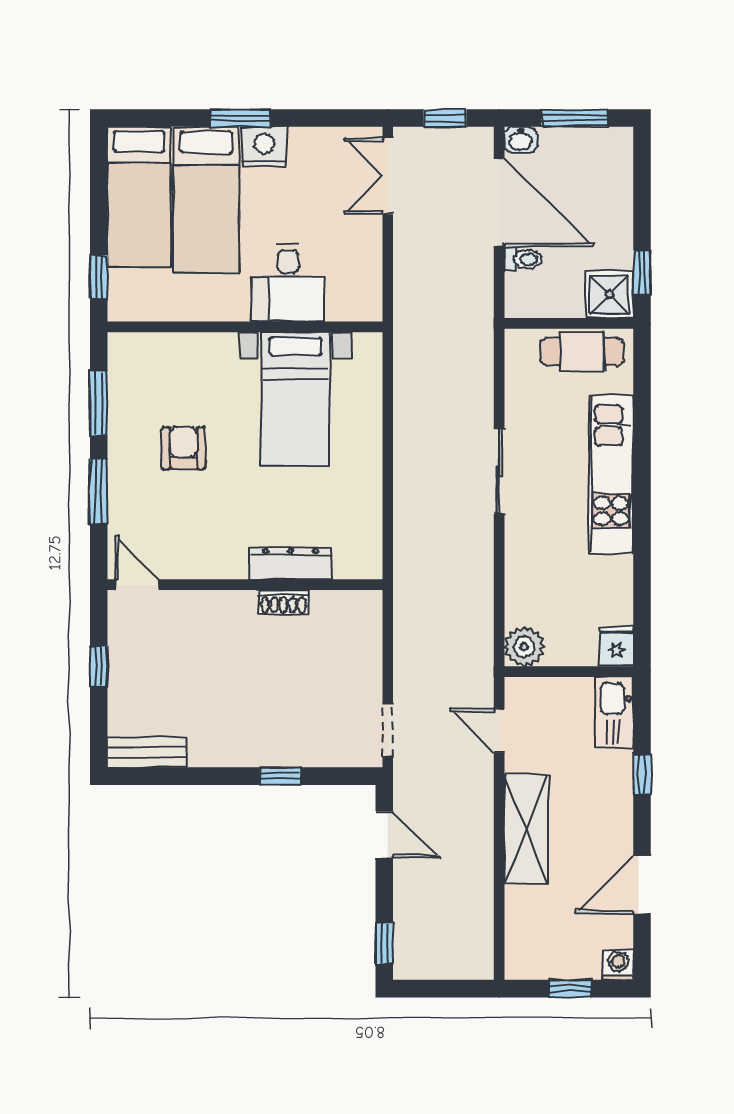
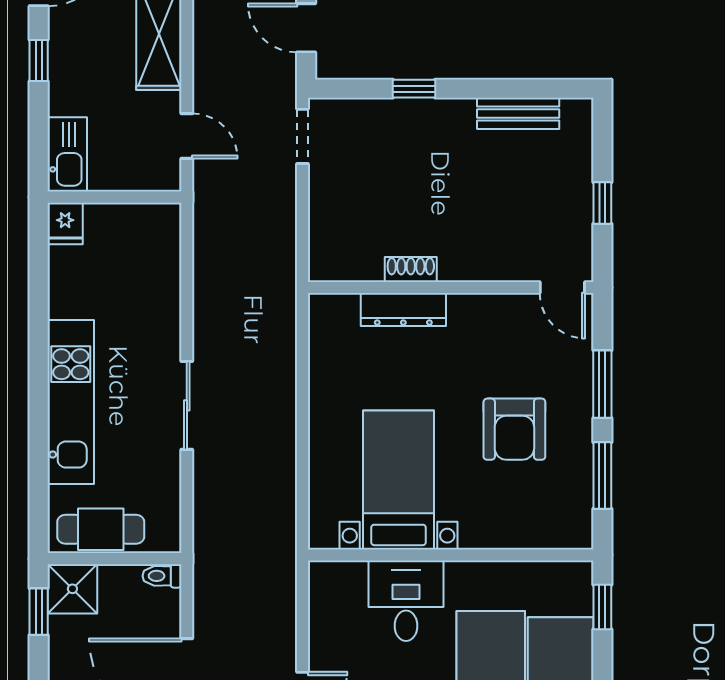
toilet: (523, 259) -> (162, 576), moved
armchair: (184, 448) -> (514, 429), width x1.38, depth x1.38
plant: (524, 647) -> (161, 223), removed
bench: (147, 752) -> (518, 113), moved
window: (642, 774) -> (39, 60), moved

